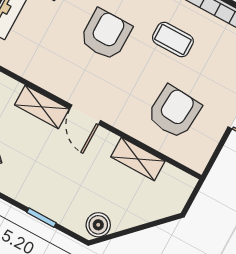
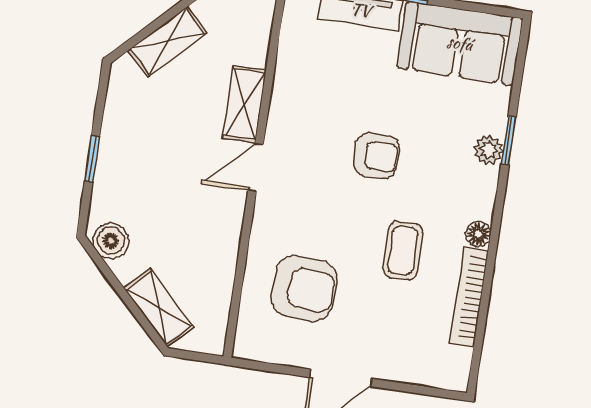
armchair: (106, 34) -> (376, 156), width x0.72, depth x0.72
shelving: (138, 159) -> (158, 307), moved, turned -45

